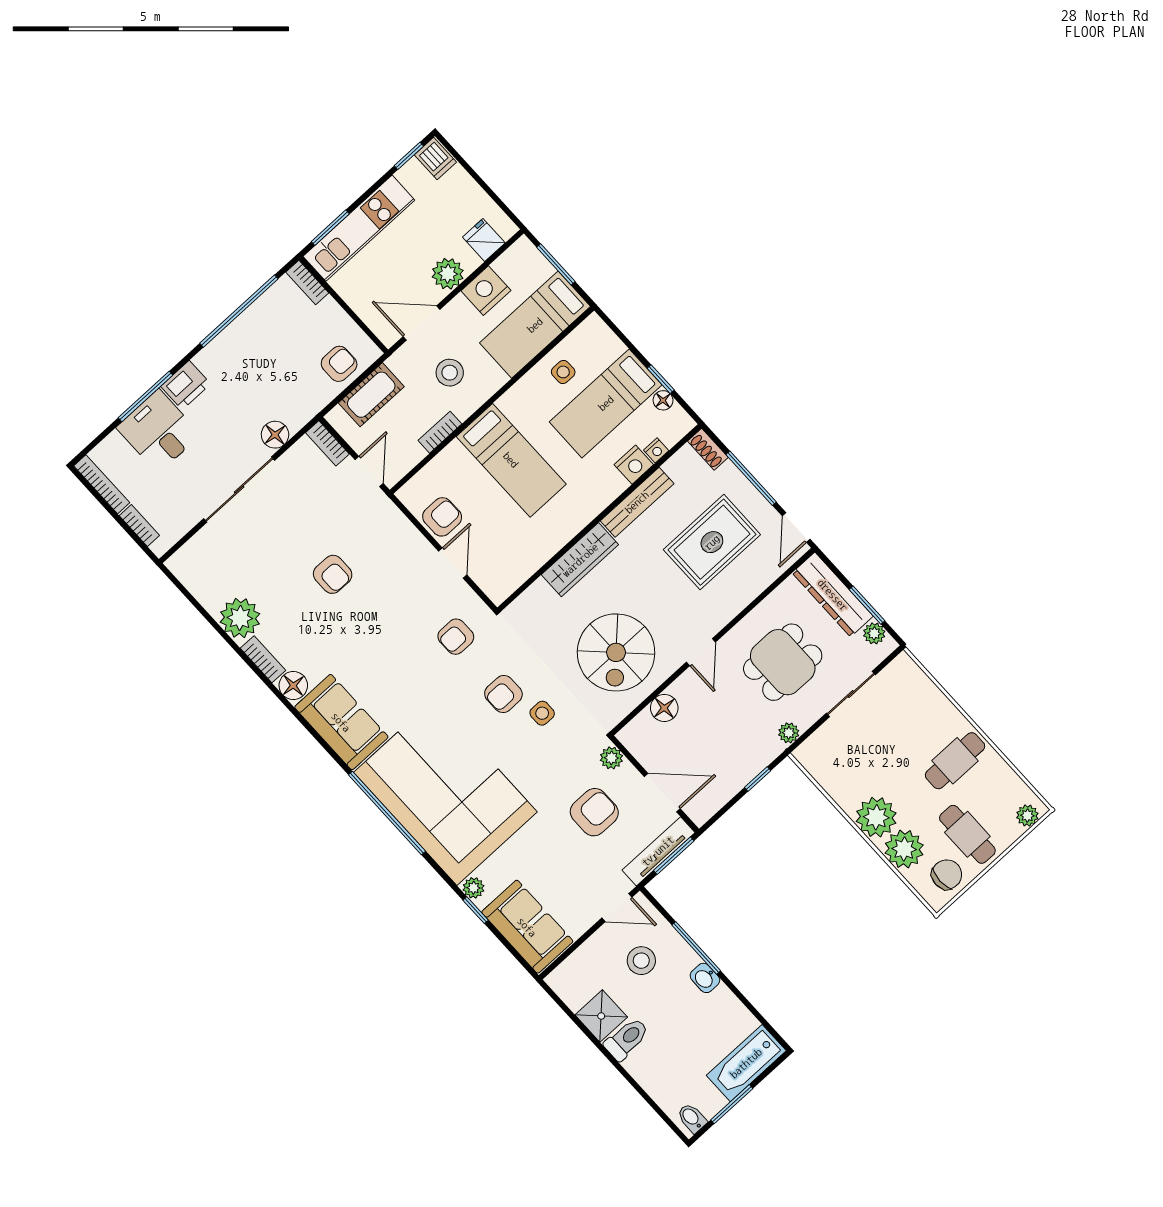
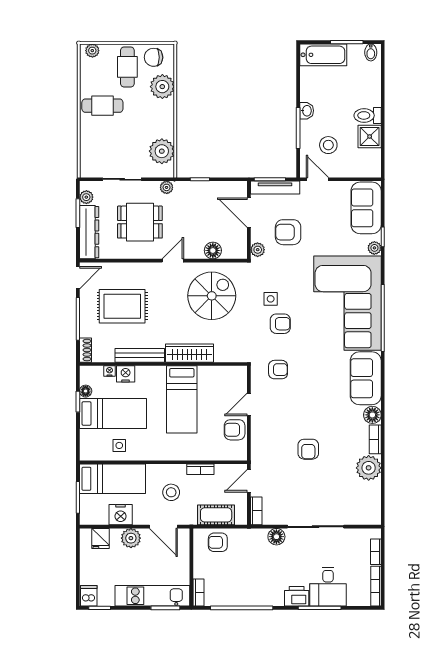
bed: (511, 460) -> (182, 399), moved, turned 180
armchair: (333, 574) -> (308, 449), turned 180
plant: (876, 817) -> (162, 151), moved

